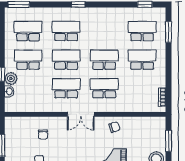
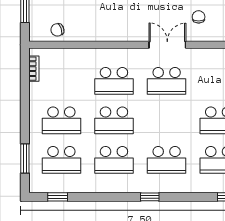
school desk: (66, 60) -> (114, 160), moved
double door: (81, 114) -> (167, 45), moved
chair: (114, 127) -> (57, 30), moved

